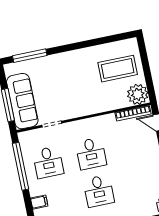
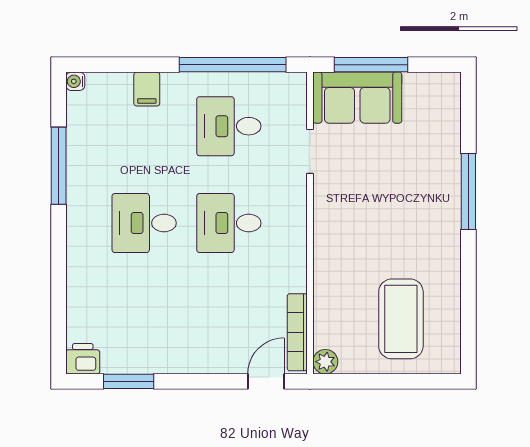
window: (30, 56) -> (468, 191), moved
plant: (138, 94) -> (325, 362), width x0.53, depth x0.53
sofa: (22, 101) -> (357, 98), width x0.73

